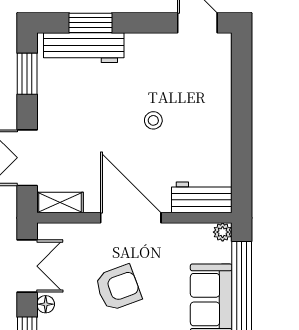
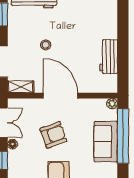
stool: (153, 120) -> (46, 45), moved
workbench: (202, 197) -> (109, 57), moved, turned -90

